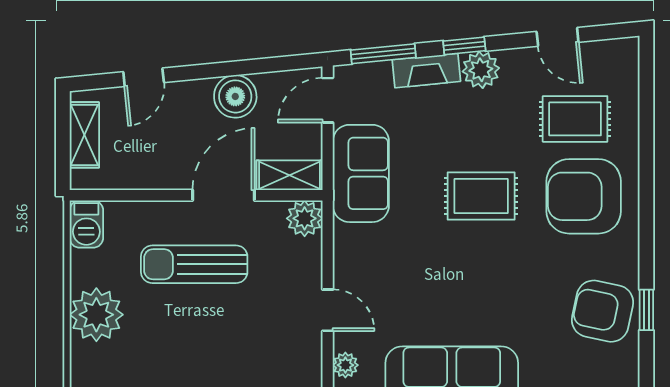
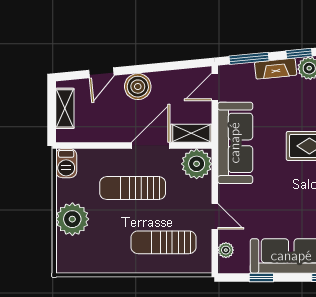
boiler: (235, 96) -> (138, 87), moved
sofa: (361, 173) -> (235, 143), width x1.36
plant: (305, 218) -> (197, 164), width x1.36, depth x1.36
sun lounger: (244, 352) -> (163, 242), added

